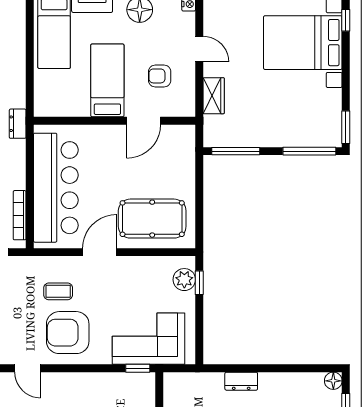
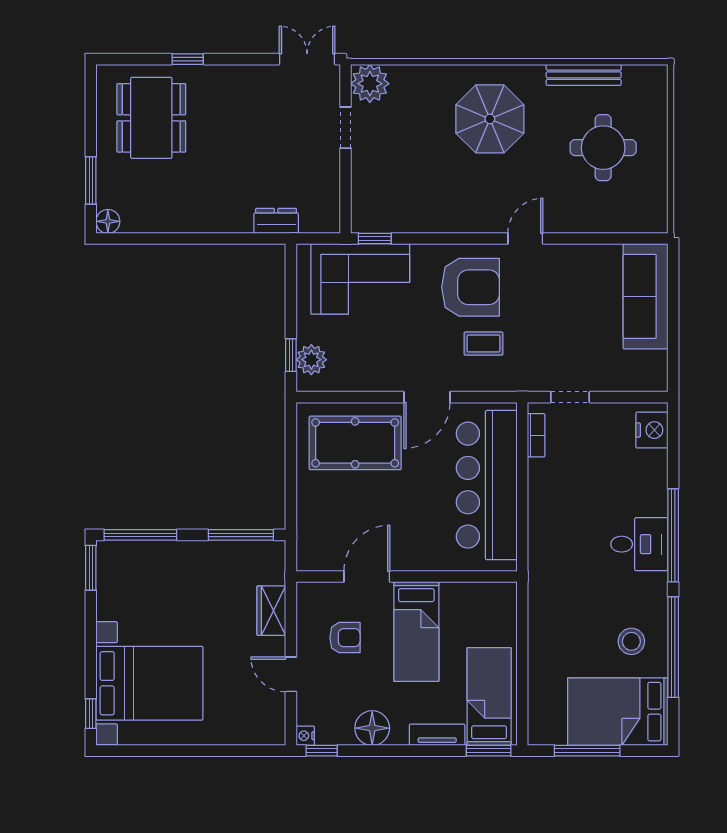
dresser: (18, 124) -> (539, 572), removed
bookcase: (20, 215) -> (536, 435), width x0.64
door: (27, 368) -> (525, 239), hinge flipped
dresser: (241, 381) -> (276, 221), moved

